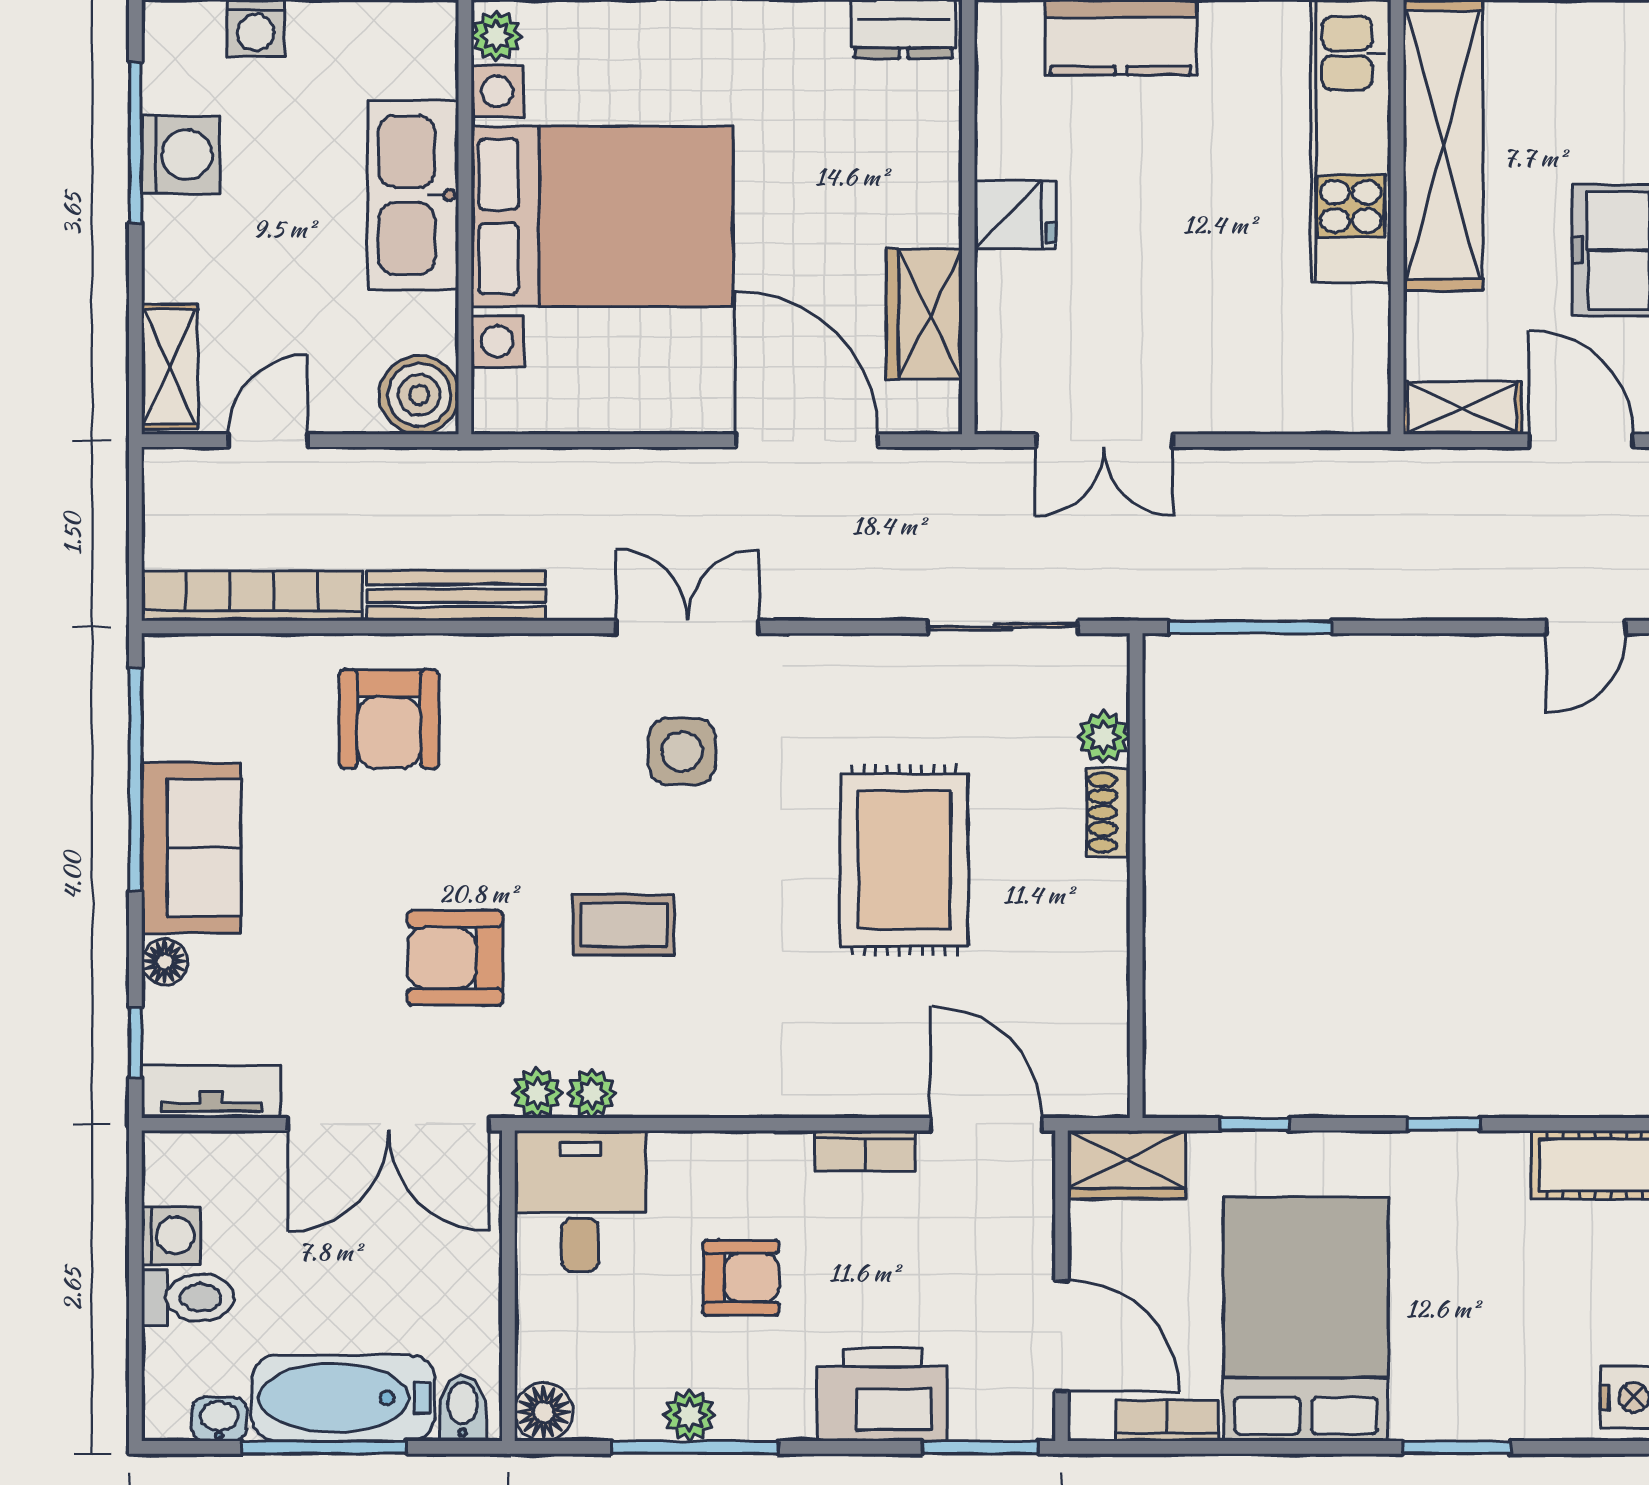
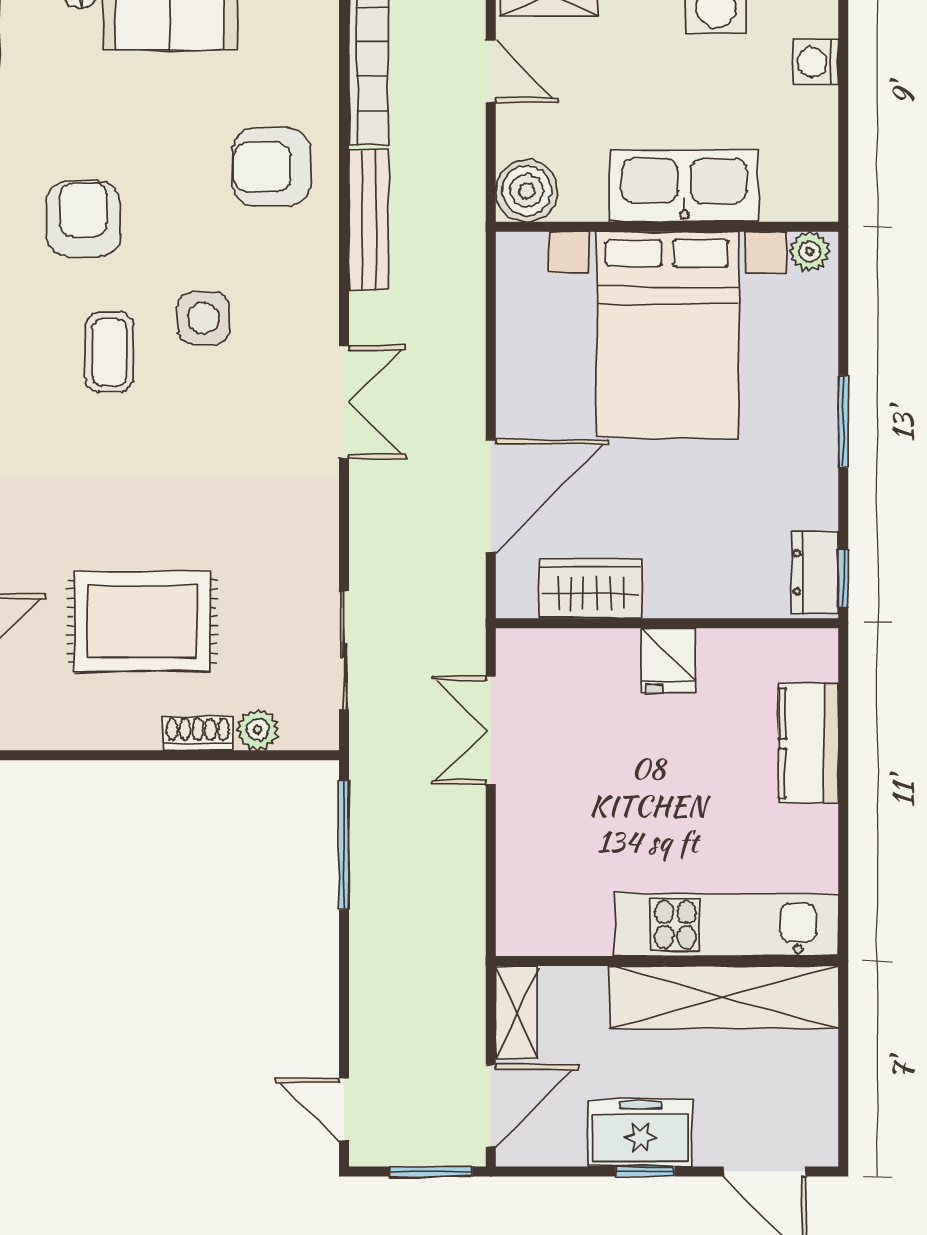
side table: (682, 751) -> (204, 318), moved
rug: (904, 860) -> (142, 621), moved

